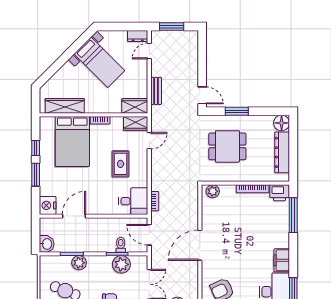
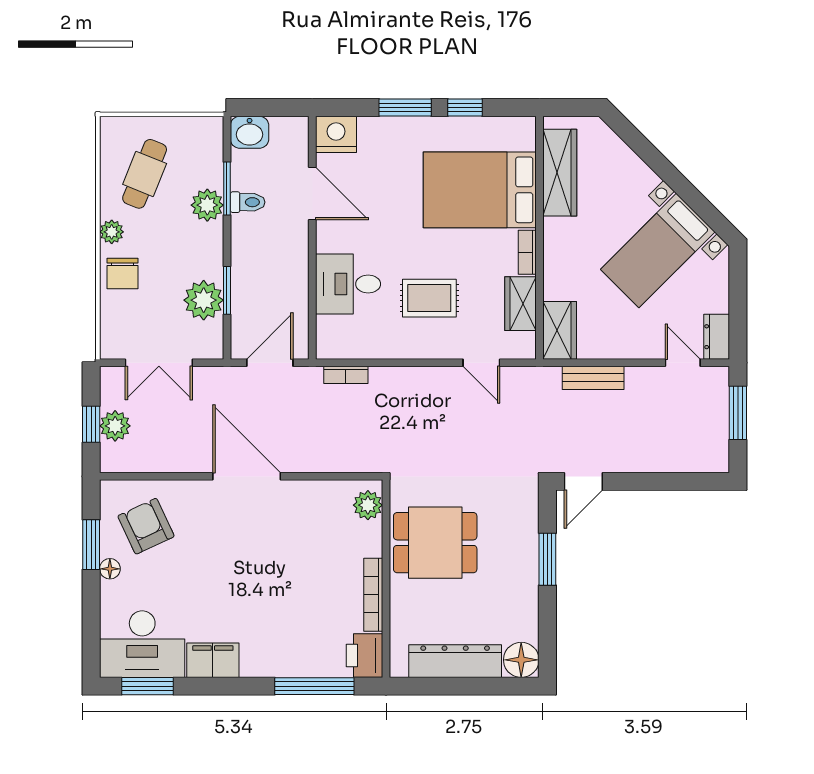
wardrobe: (136, 123) -> (520, 304), moved
dining table: (227, 146) -> (435, 543), moved, turned 90
desk: (133, 201) -> (348, 284), moved, turned 90
toilet: (121, 245) -> (248, 202), moved

